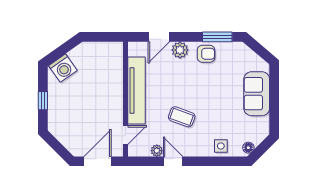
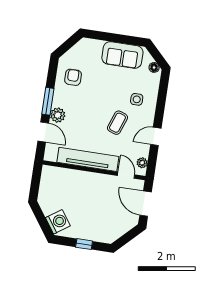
window: (217, 37) -> (48, 101), moved
armchair: (206, 54) -> (73, 77), moved
sofa: (257, 94) -> (122, 55), moved
side table: (221, 146) -> (137, 99), moved
plant: (157, 151) -> (142, 163), moved

